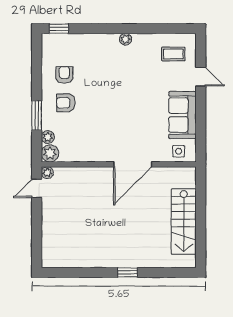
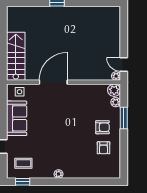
window: (59, 29) -> (23, 182), moved
door: (37, 188) -> (124, 64), swing flipped
stairs: (184, 222) -> (16, 56), moved

